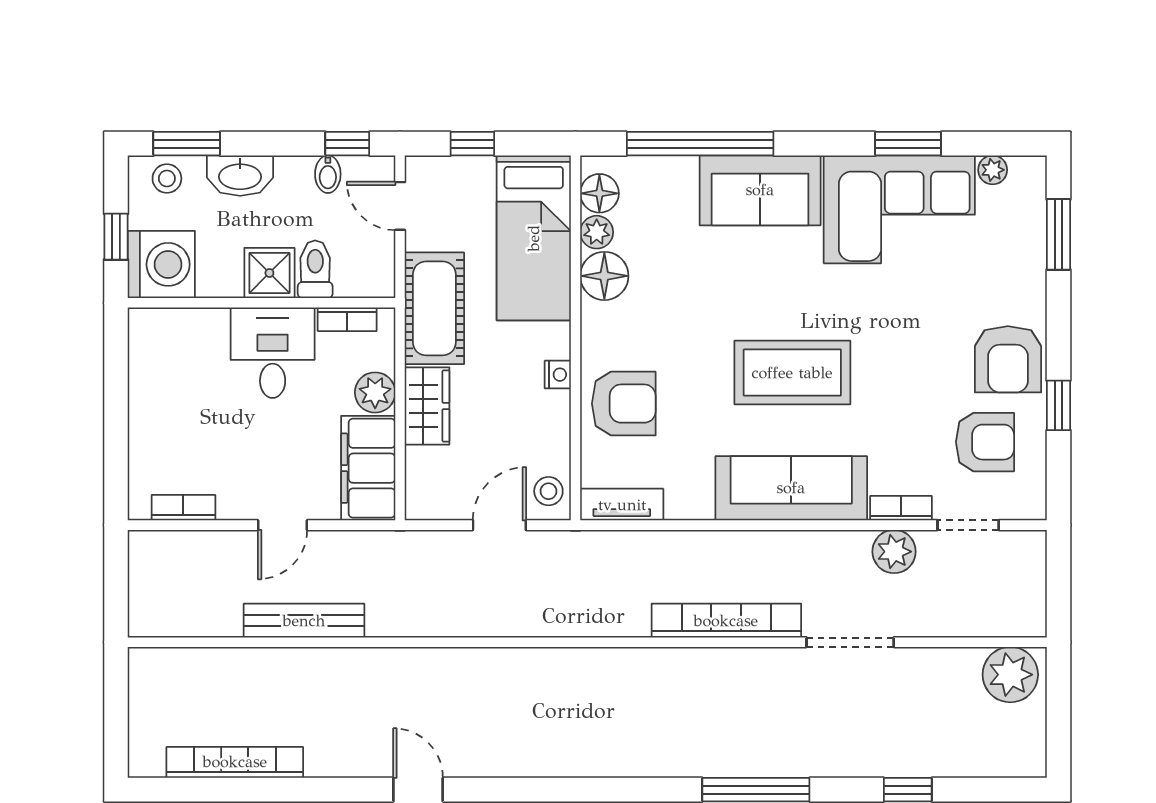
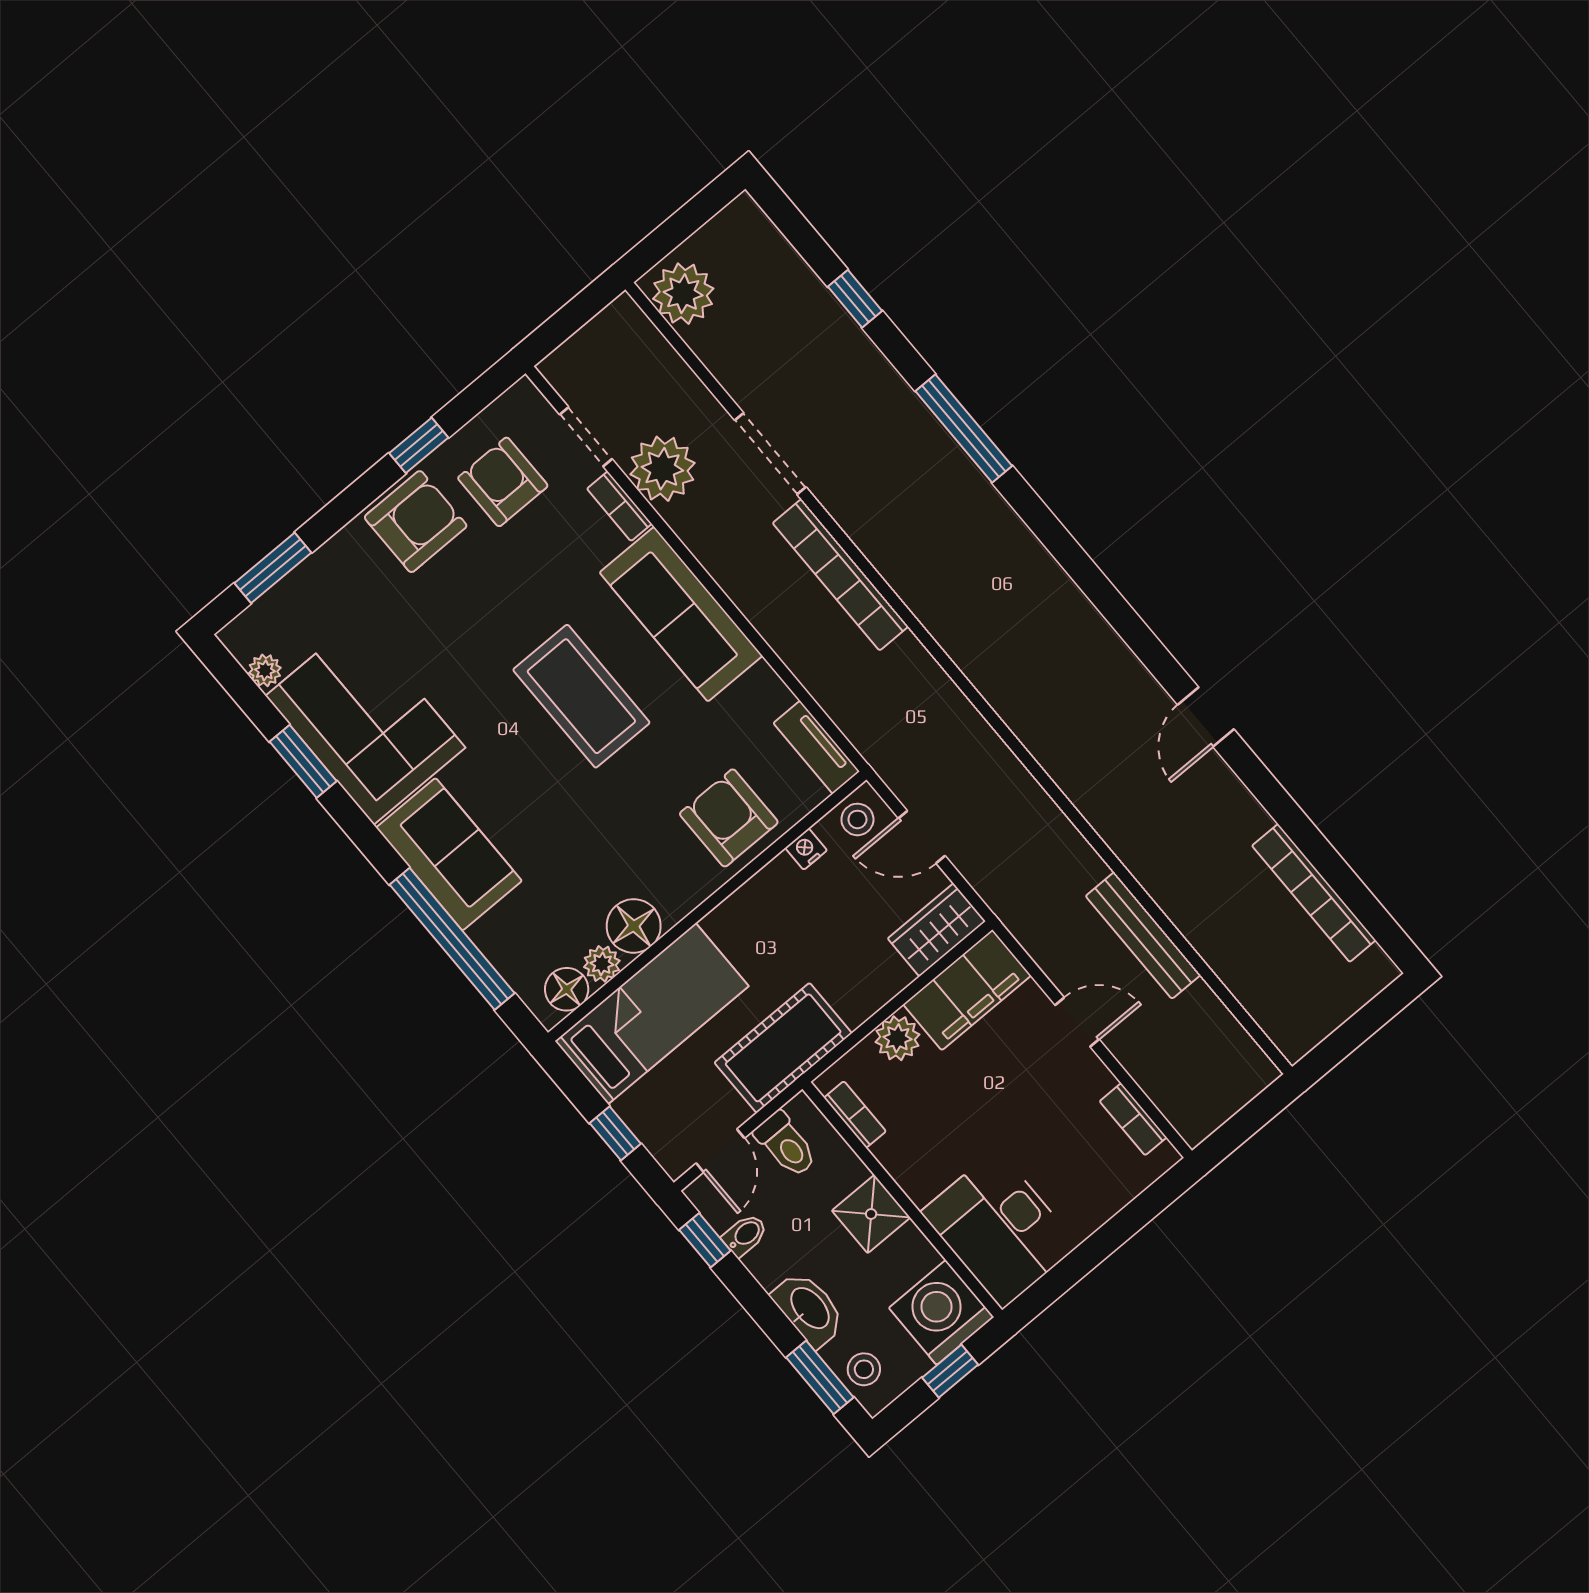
toilet: (315, 269) -> (786, 1144), moved, turned -90
desk: (273, 353) -> (1000, 1229), moved, width x1.37
nightstand: (558, 375) -> (806, 849), moved
wardrobe: (427, 406) -> (936, 930), moved
plant: (894, 552) -> (662, 469), width x1.36, depth x1.36

